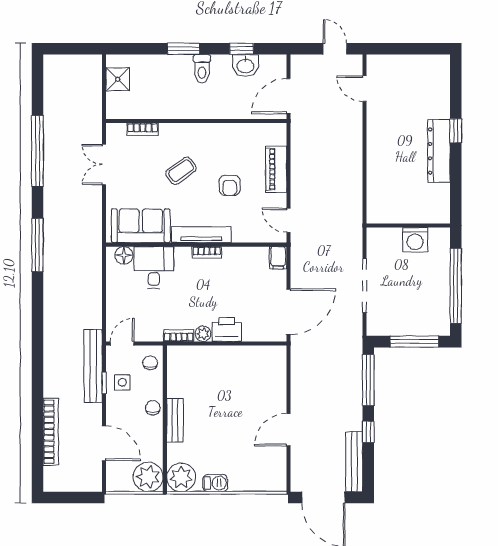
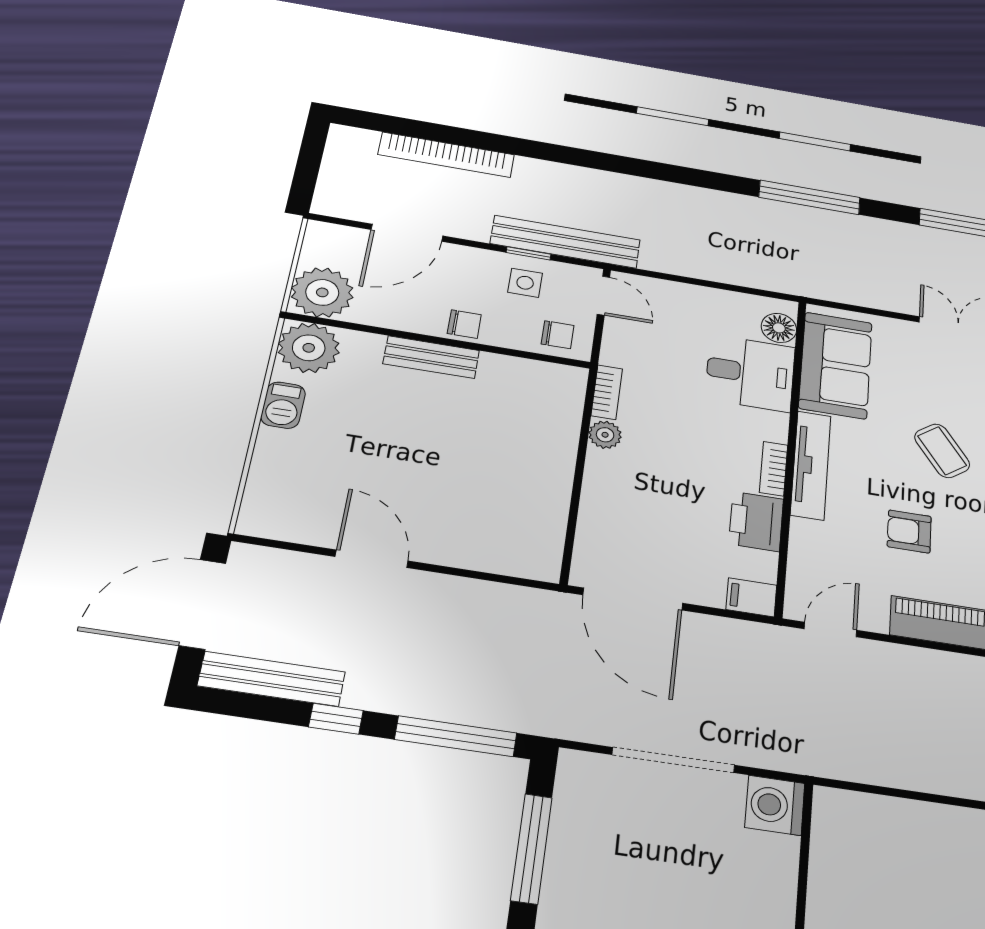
washing machine: (415, 240) -> (775, 805), moved
printer: (227, 330) -> (756, 521), moved, turned 180

